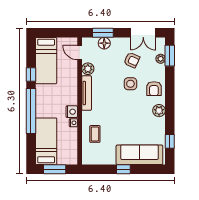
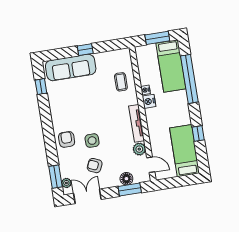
plant: (161, 59) -> (66, 183), moved
window: (31, 111) -> (189, 79), moved
plant: (159, 111) -> (58, 117), removed

